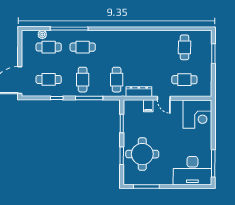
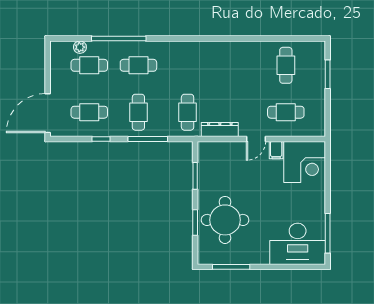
door: (164, 98) -> (256, 139), hinge flipped
filing cabinet: (148, 106) -> (276, 150), moved

